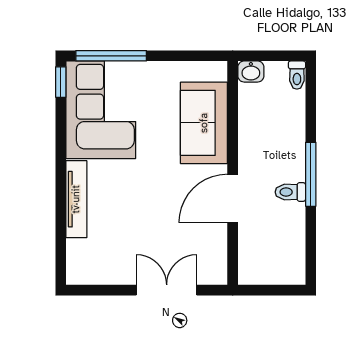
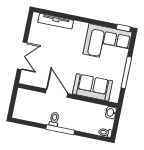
window: (111, 56) -> (126, 72), moved
tv unit: (76, 199) -> (56, 21), moved

